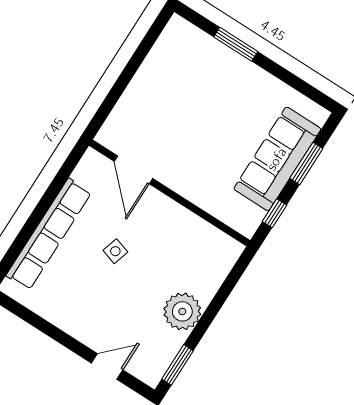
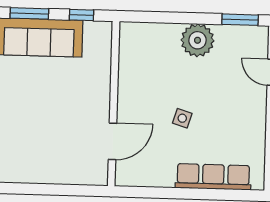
row of seats: (49, 234) -> (213, 177), width x0.73

